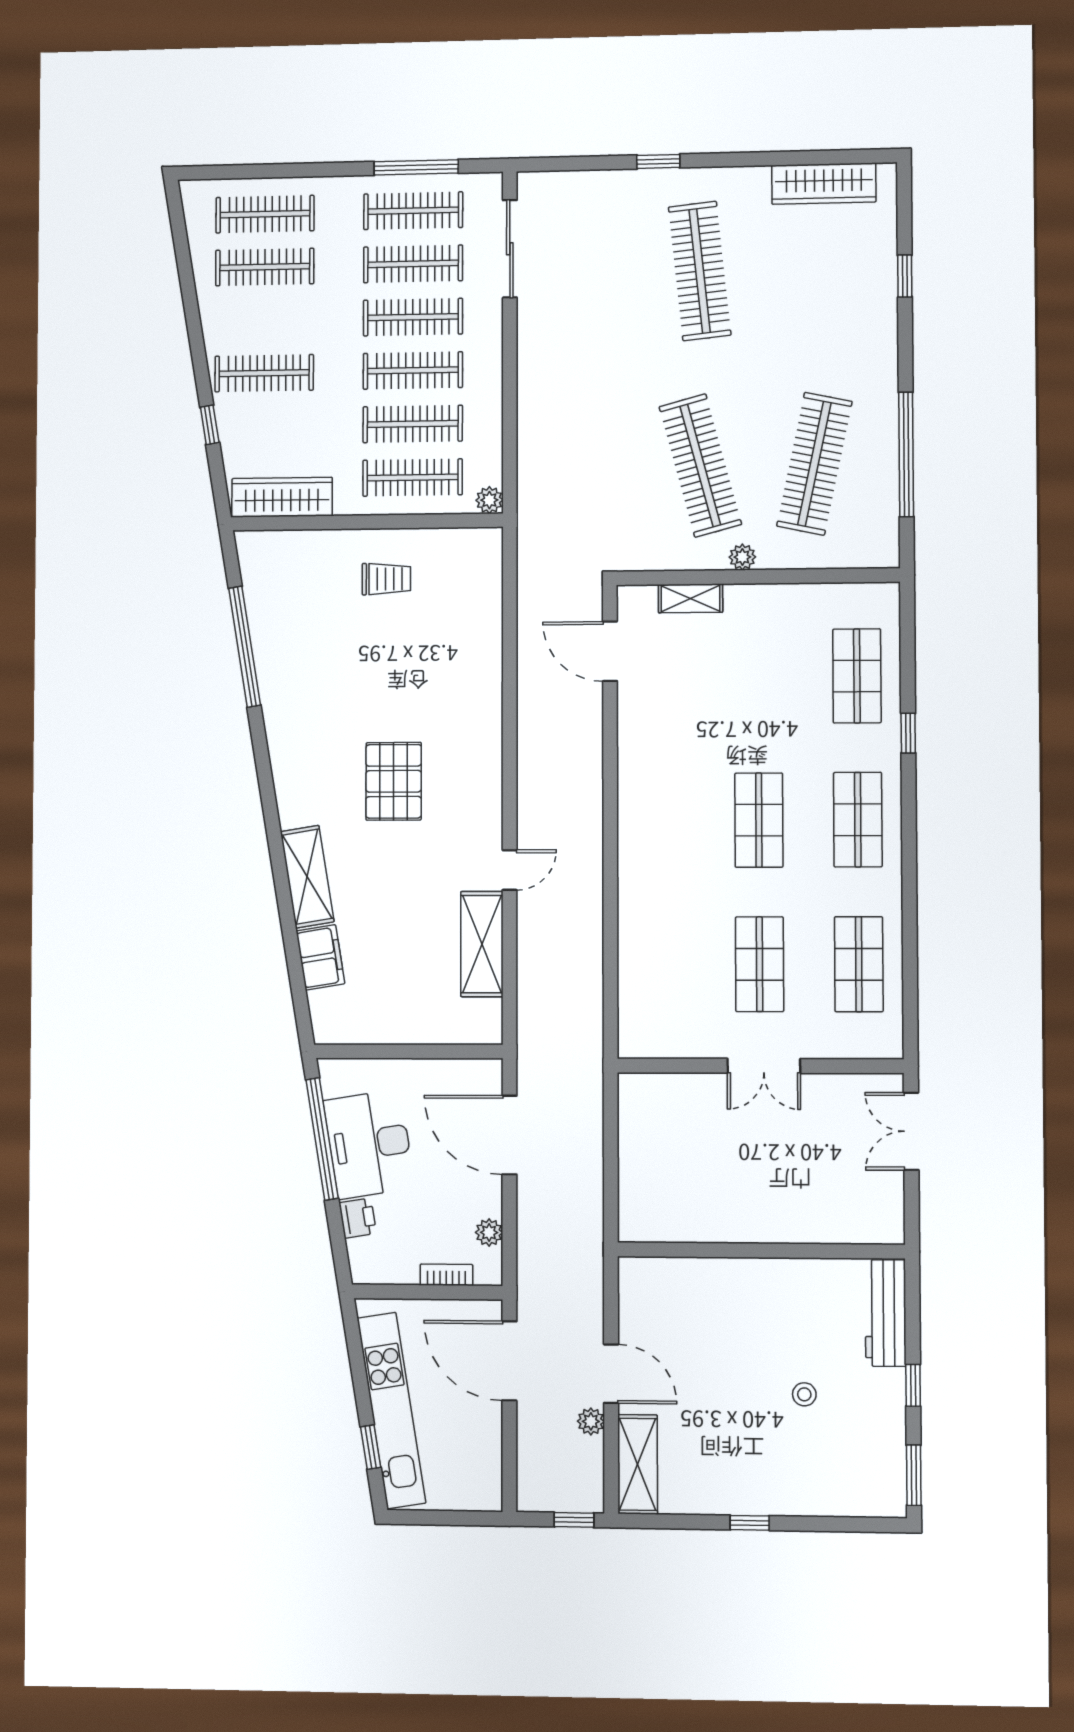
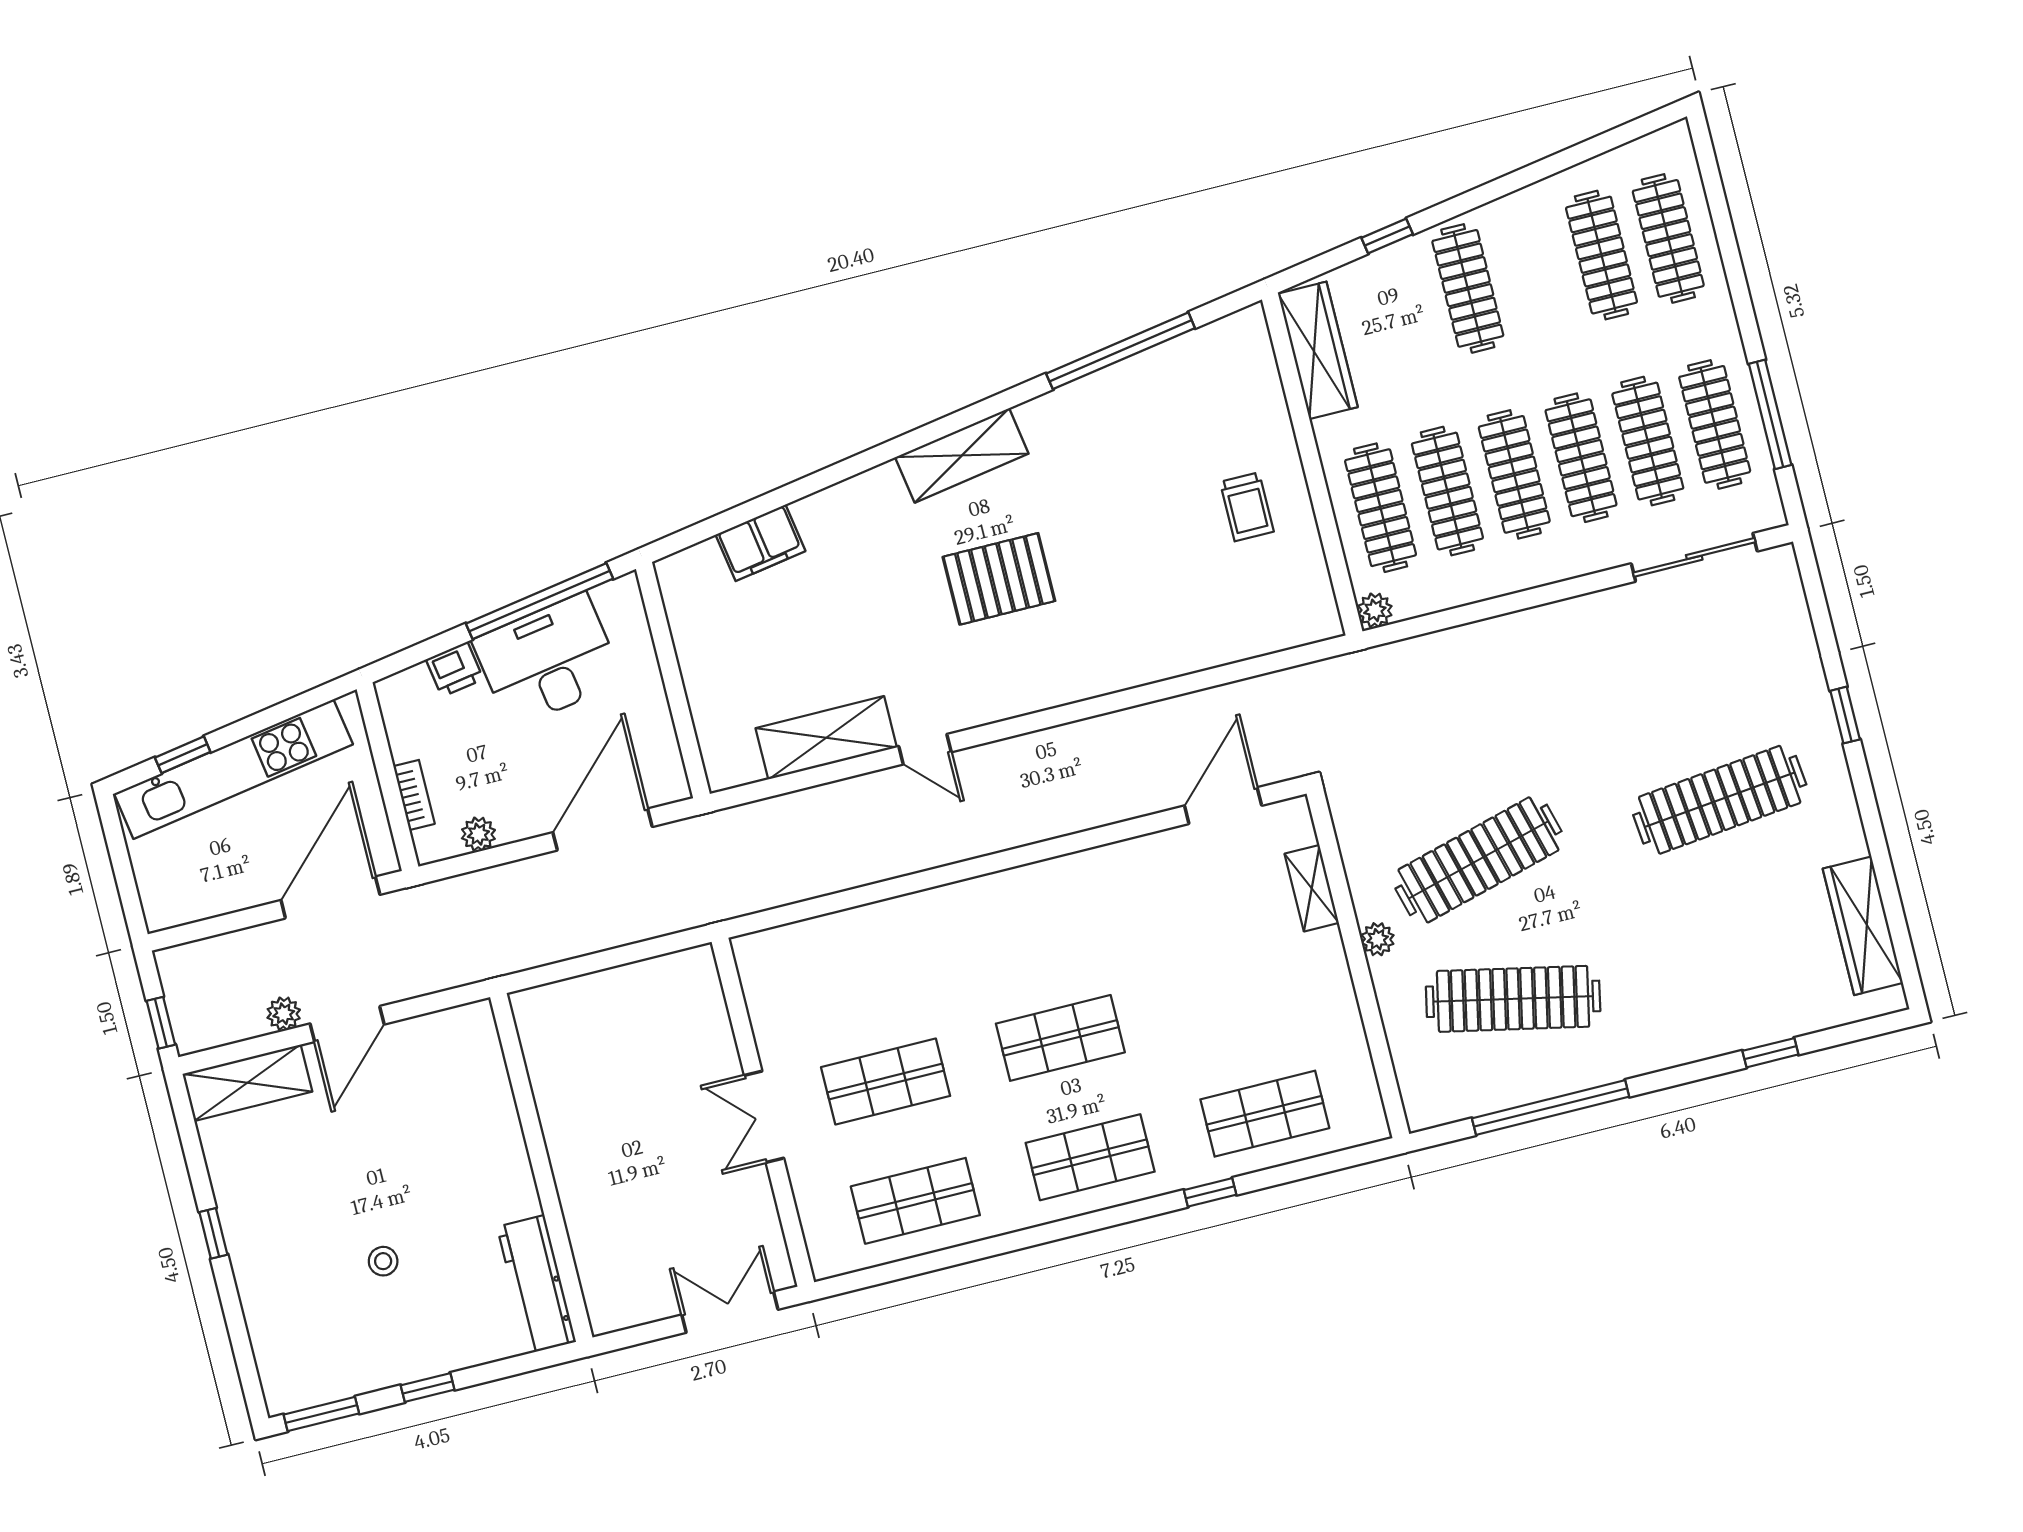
shelving: (307, 877) -> (962, 455), moved
workbench: (886, 1313) -> (536, 1284), moved, turned -90

